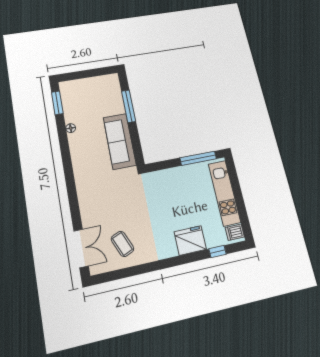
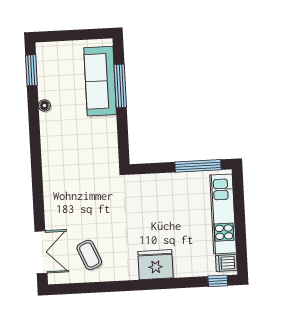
sofa: (120, 141) -> (100, 81), moved
fridge: (190, 240) -> (155, 265), moved
window: (218, 251) -> (218, 281), moved

